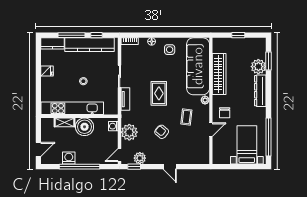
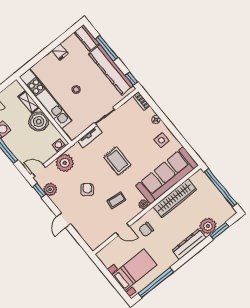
window: (96, 35) -> (131, 79), moved
window: (238, 35) -> (221, 188), width x3.17
rug: (159, 93) -> (117, 161), turned 90

